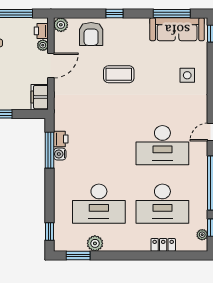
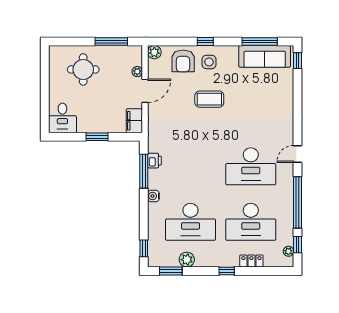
printer: (41, 31) -> (136, 58), removed
side table: (187, 75) -> (209, 62), moved
water cooler: (60, 154) -> (153, 196), moved
window: (137, 255) -> (227, 271), added

